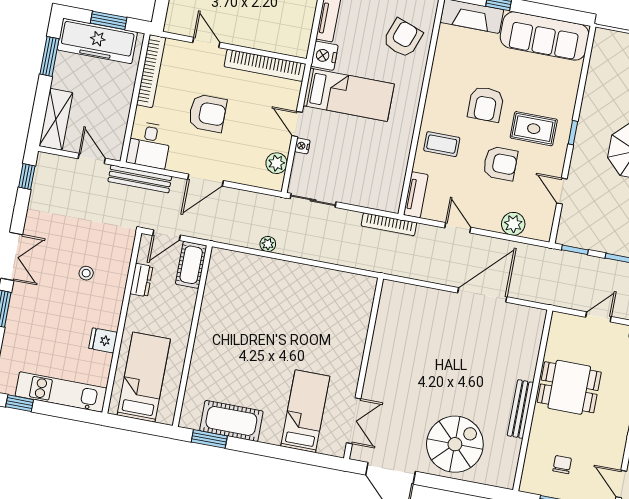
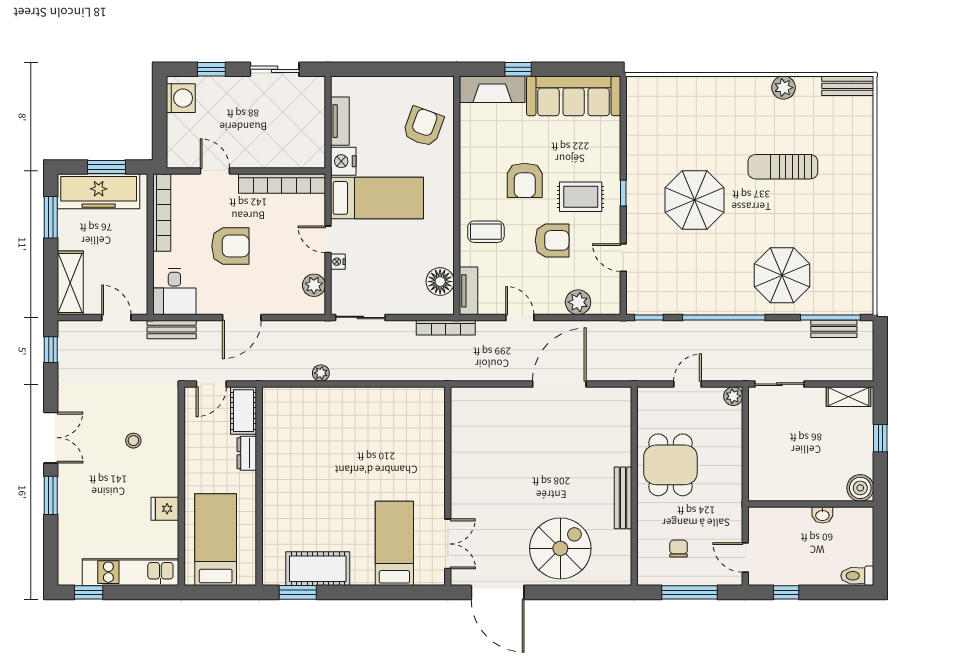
bench: (140, 179) -> (172, 330), width x0.73
floor lamp: (392, 181) -> (440, 282), added
dresser: (141, 280) -> (247, 453), moved, turned 180
dining table: (569, 387) -> (670, 465), turned 90

